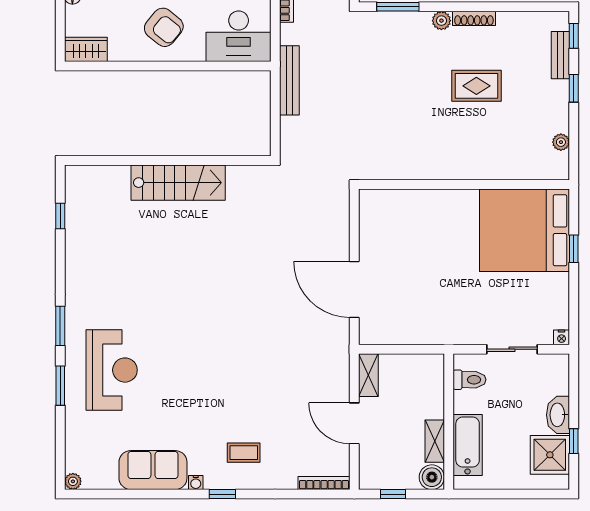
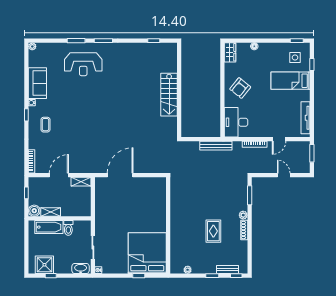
toilet: (469, 380) -> (68, 228), moved
washbasin: (558, 415) -> (81, 268), moved

